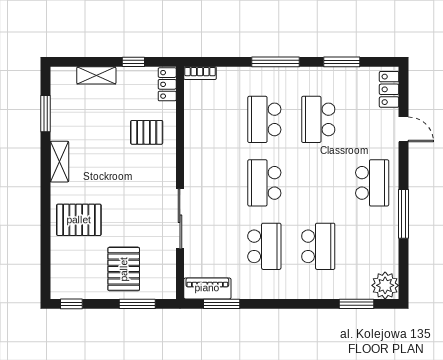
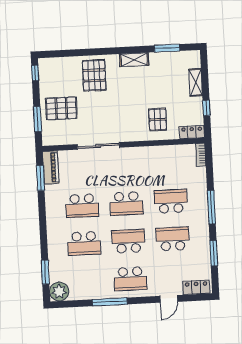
school desk: (264, 183) -> (126, 204), turned 180
school desk: (318, 183) -> (128, 241), added

